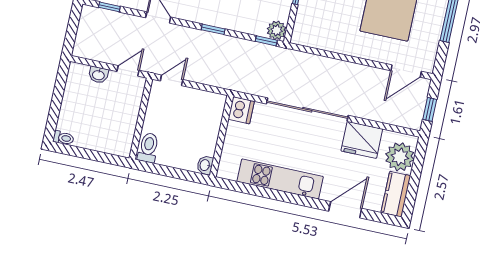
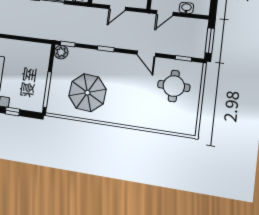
window: (72, 28) -> (210, 41), added
door: (172, 80) -> (117, 8), moved

